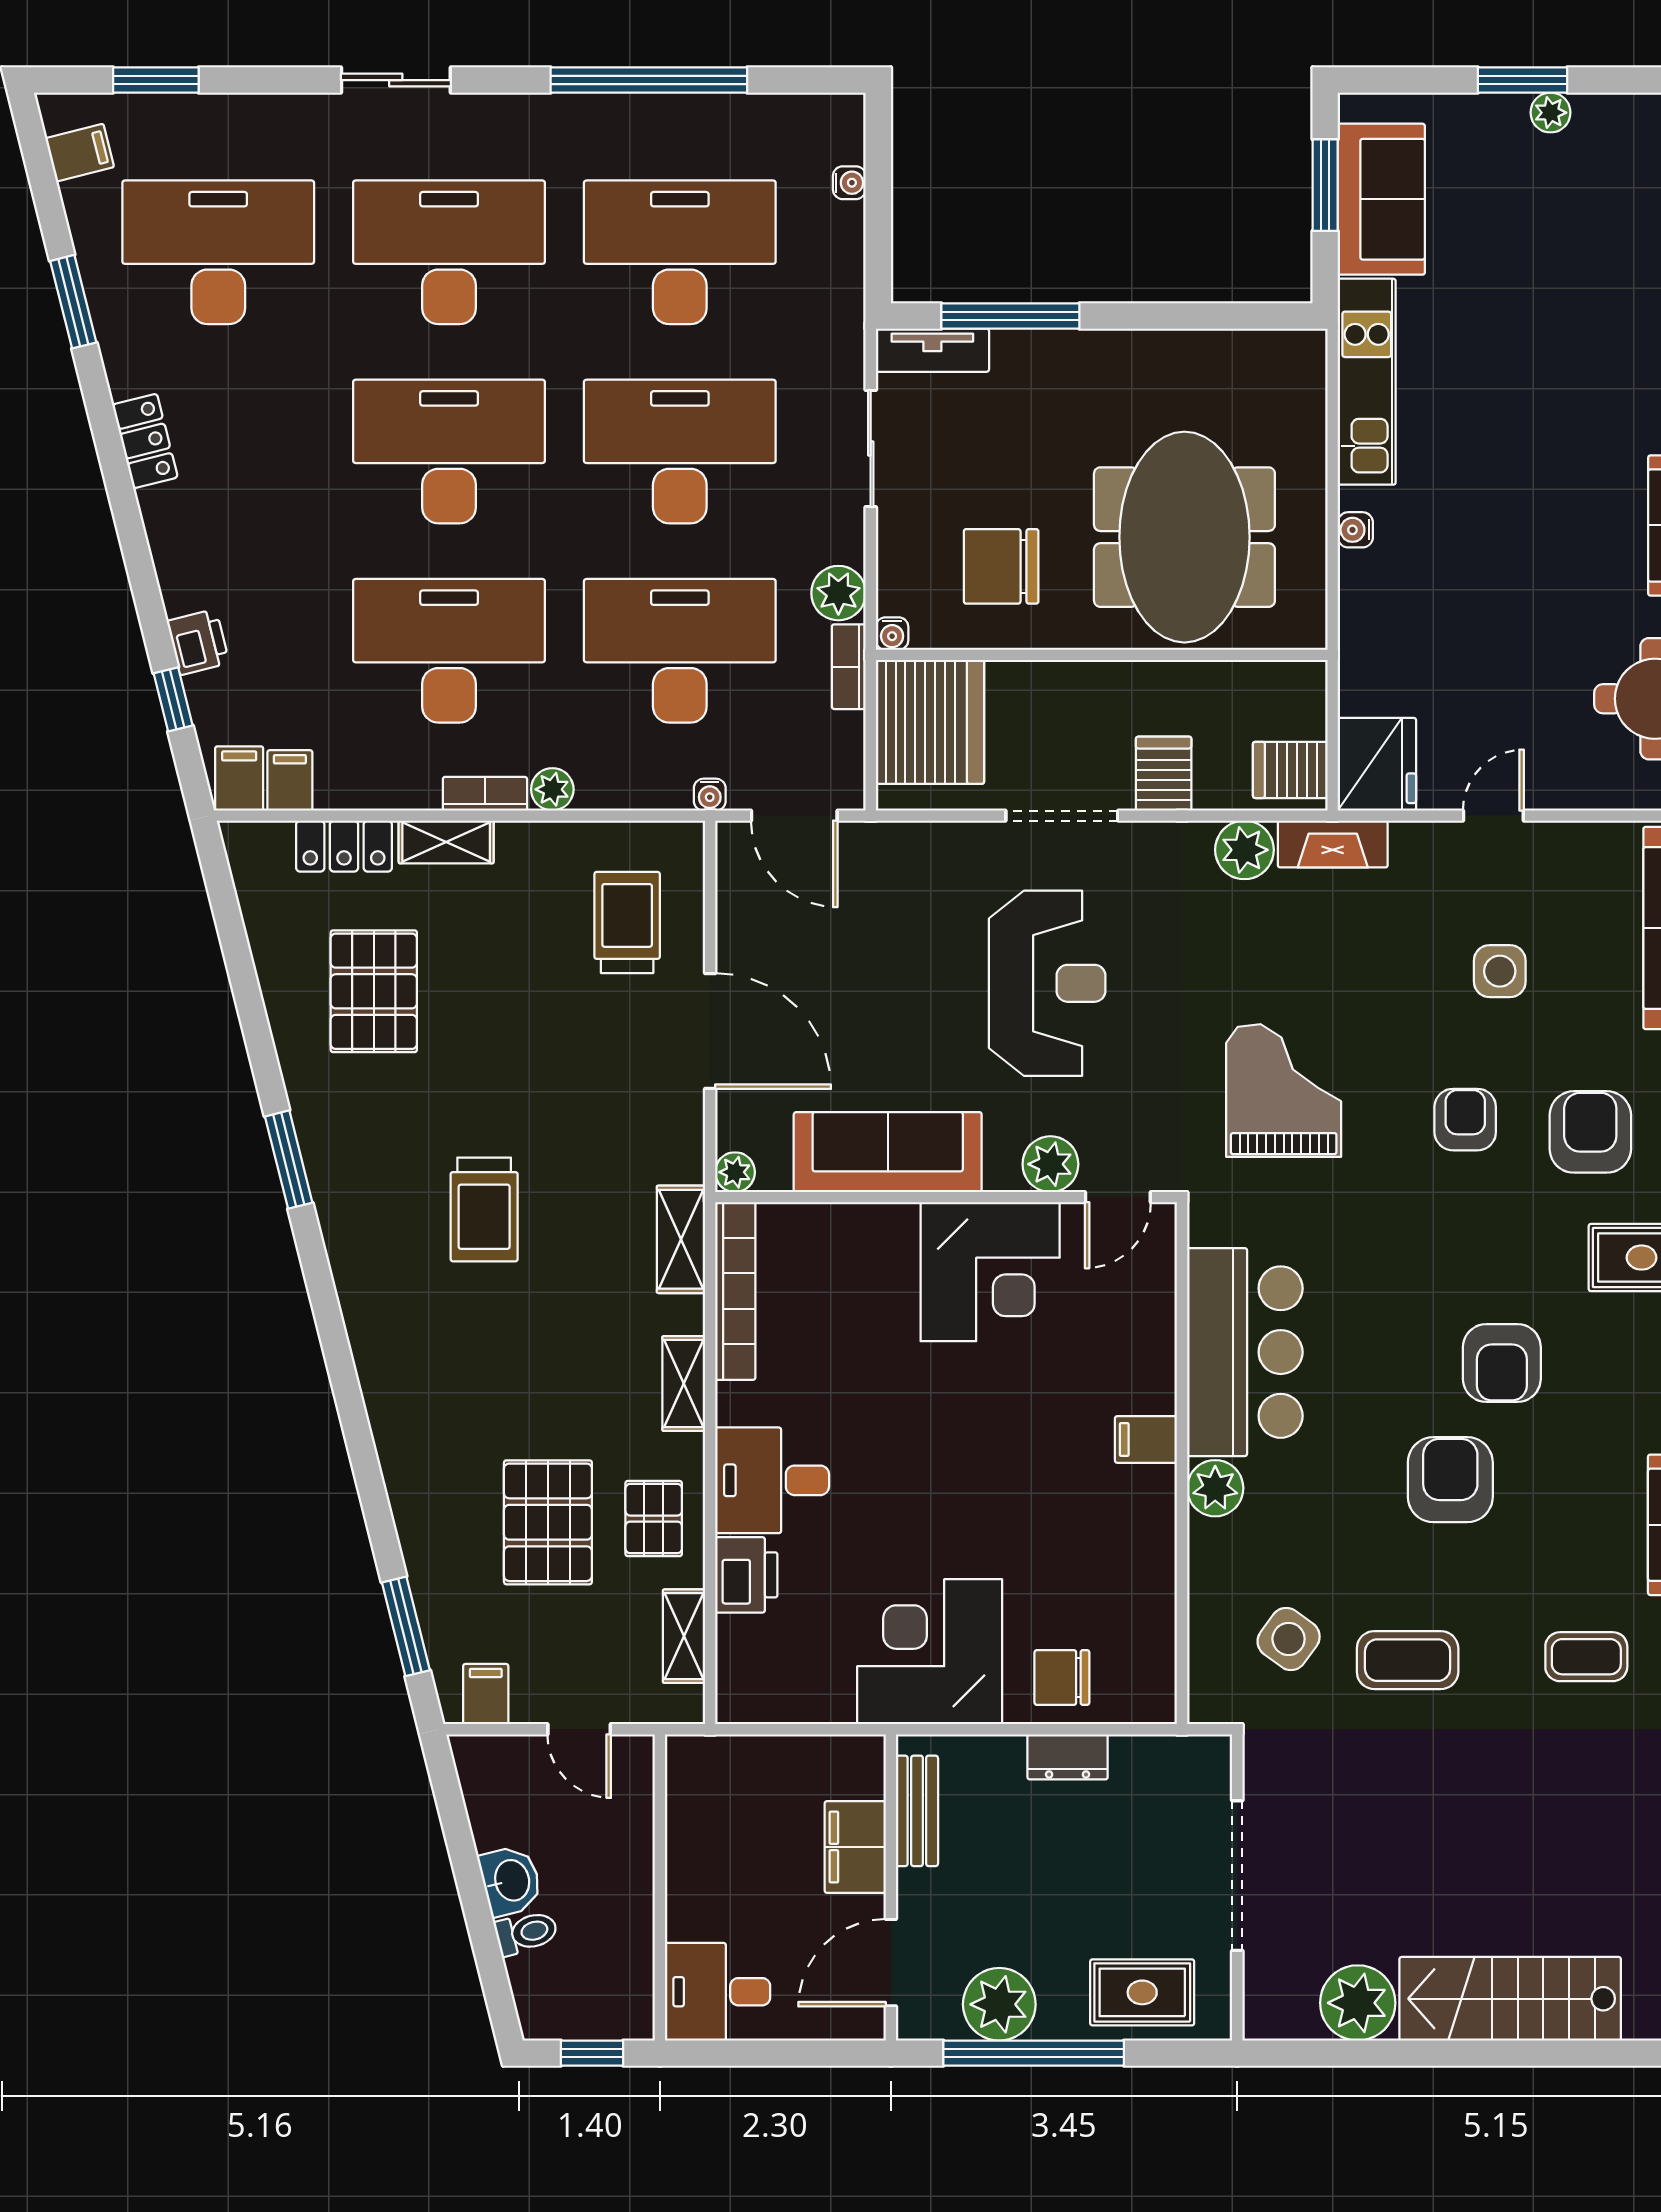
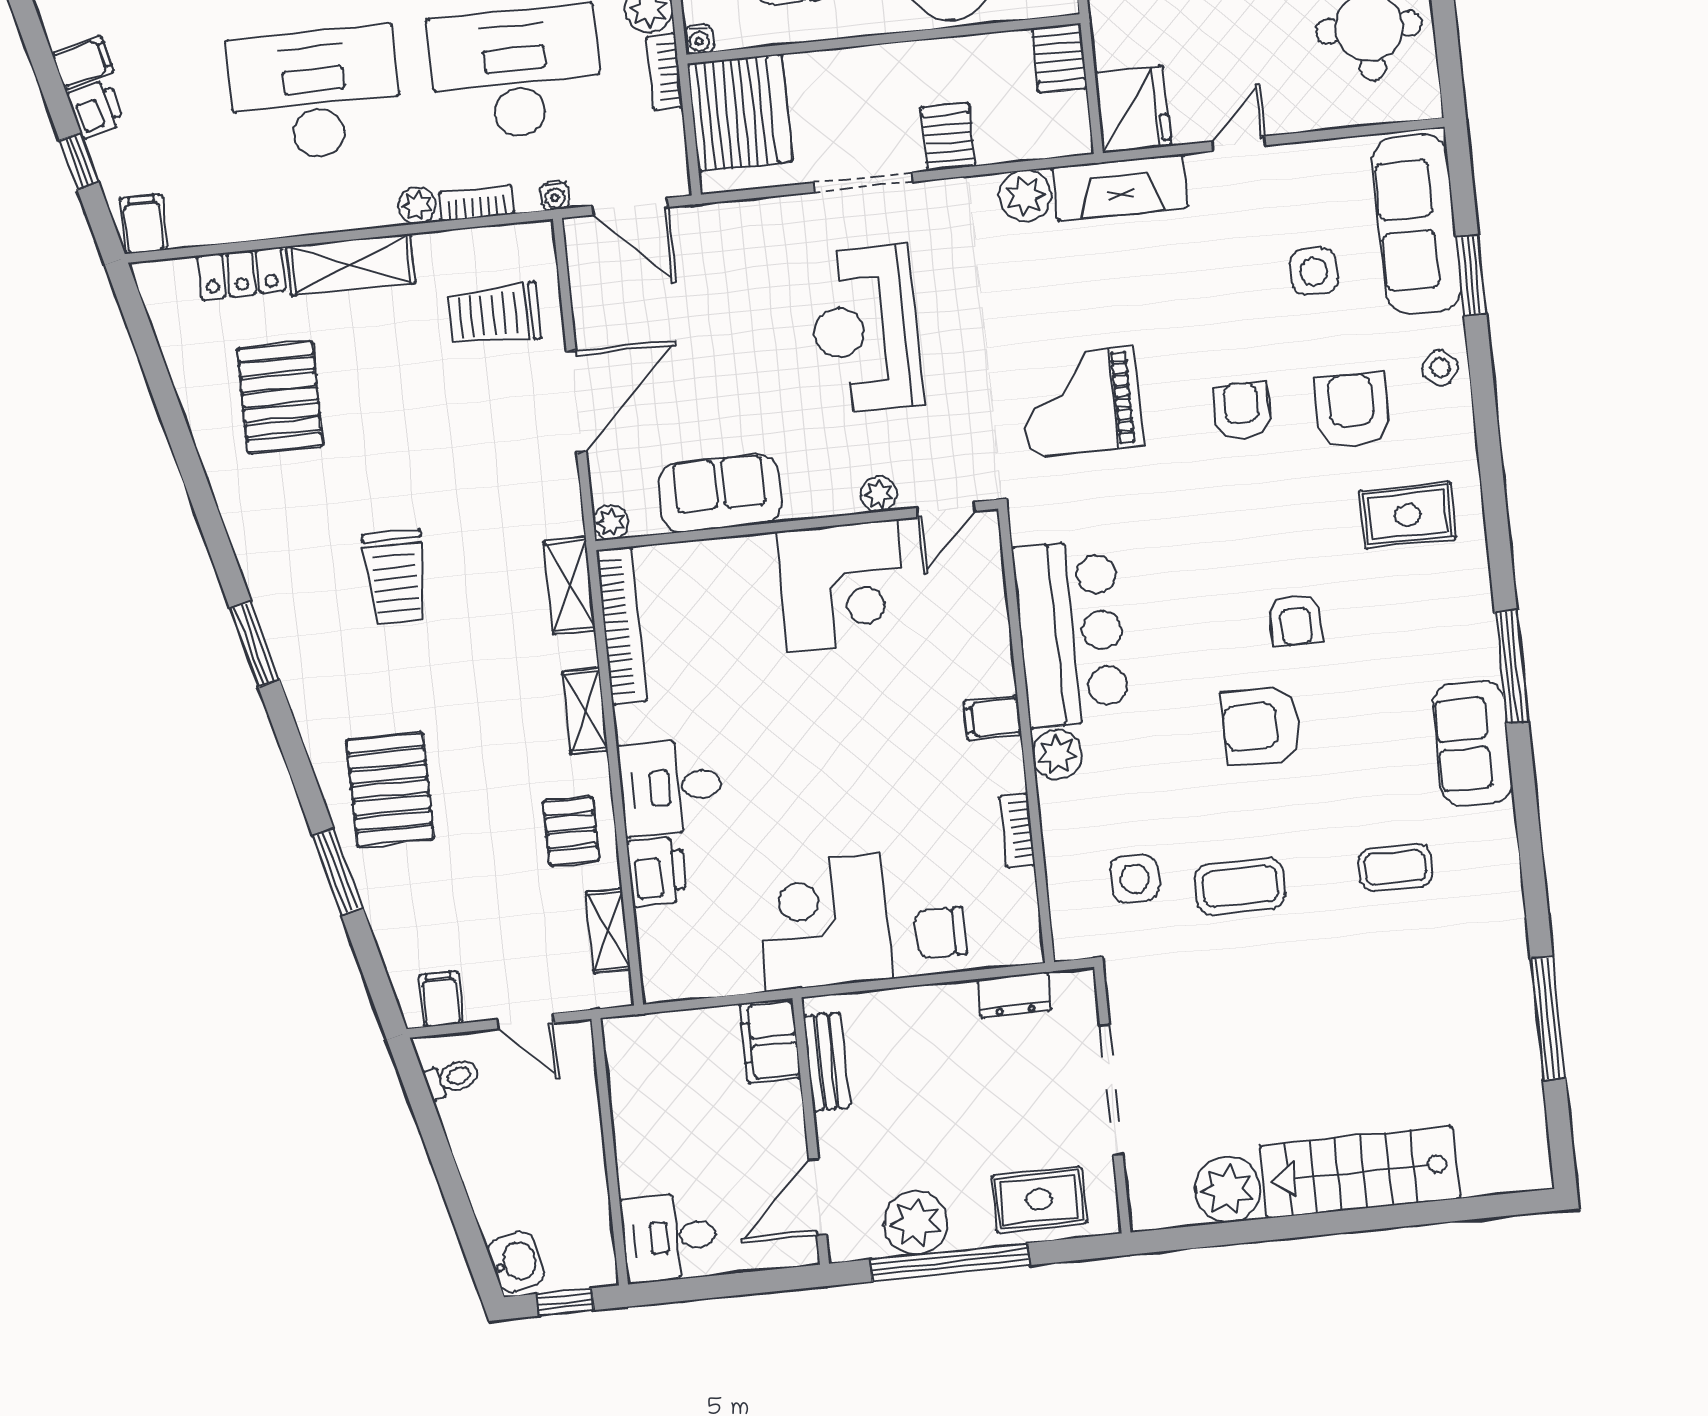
server rack: (1290, 770) -> (1059, 58), moved, turned -90
filing cabinet: (290, 780) -> (83, 63), moved, turned 76
bookcase: (485, 794) -> (476, 203), moved
shelving: (446, 842) -> (351, 265), width x1.50, depth x1.33
fireplace: (1333, 844) -> (1120, 187), width x1.37, depth x1.32
trolley: (627, 922) -> (494, 315), turned -90
side table: (1500, 971) -> (1314, 271), moved
reception desk: (1047, 983) -> (866, 330), turned 180
door: (710, 1031) -> (576, 402), hinge flipped
grand piano: (1284, 1091) -> (1081, 402), turned -90
sofa: (888, 1152) -> (720, 493), width x0.73
window: (289, 1160) -> (255, 644), moved
plant: (1050, 1164) -> (879, 494), width x0.73, depth x0.73
armchair: (1502, 1363) -> (1296, 619), width x0.72, depth x0.72
armchair: (1450, 1480) -> (1261, 726), turned -90
pallet: (548, 1522) -> (390, 790), moved
bookcase: (1160, 1570) -> (1017, 830), added
window: (406, 1626) -> (338, 872), moved
side table: (1289, 1639) -> (1135, 879), turned -36
dresser: (1068, 1757) -> (1014, 995), moved
filing cabinet: (855, 1847) -> (770, 1041), moved
washbasin: (511, 1881) -> (516, 1262), moved
toilet: (526, 1933) -> (452, 1078), moved

